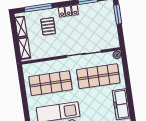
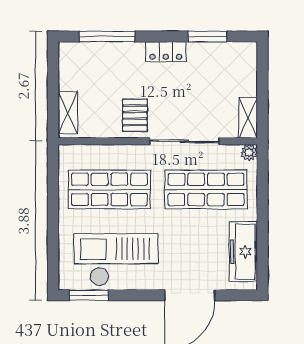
window: (118, 14) -> (262, 73), removed
pallet: (48, 26) -> (135, 115), moved
shelving: (21, 27) -> (248, 118), moved

